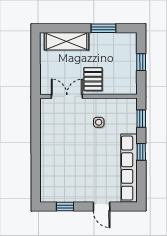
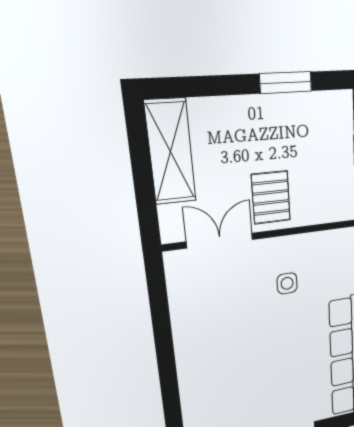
shelving: (66, 41) -> (171, 152), moved, turned 90

